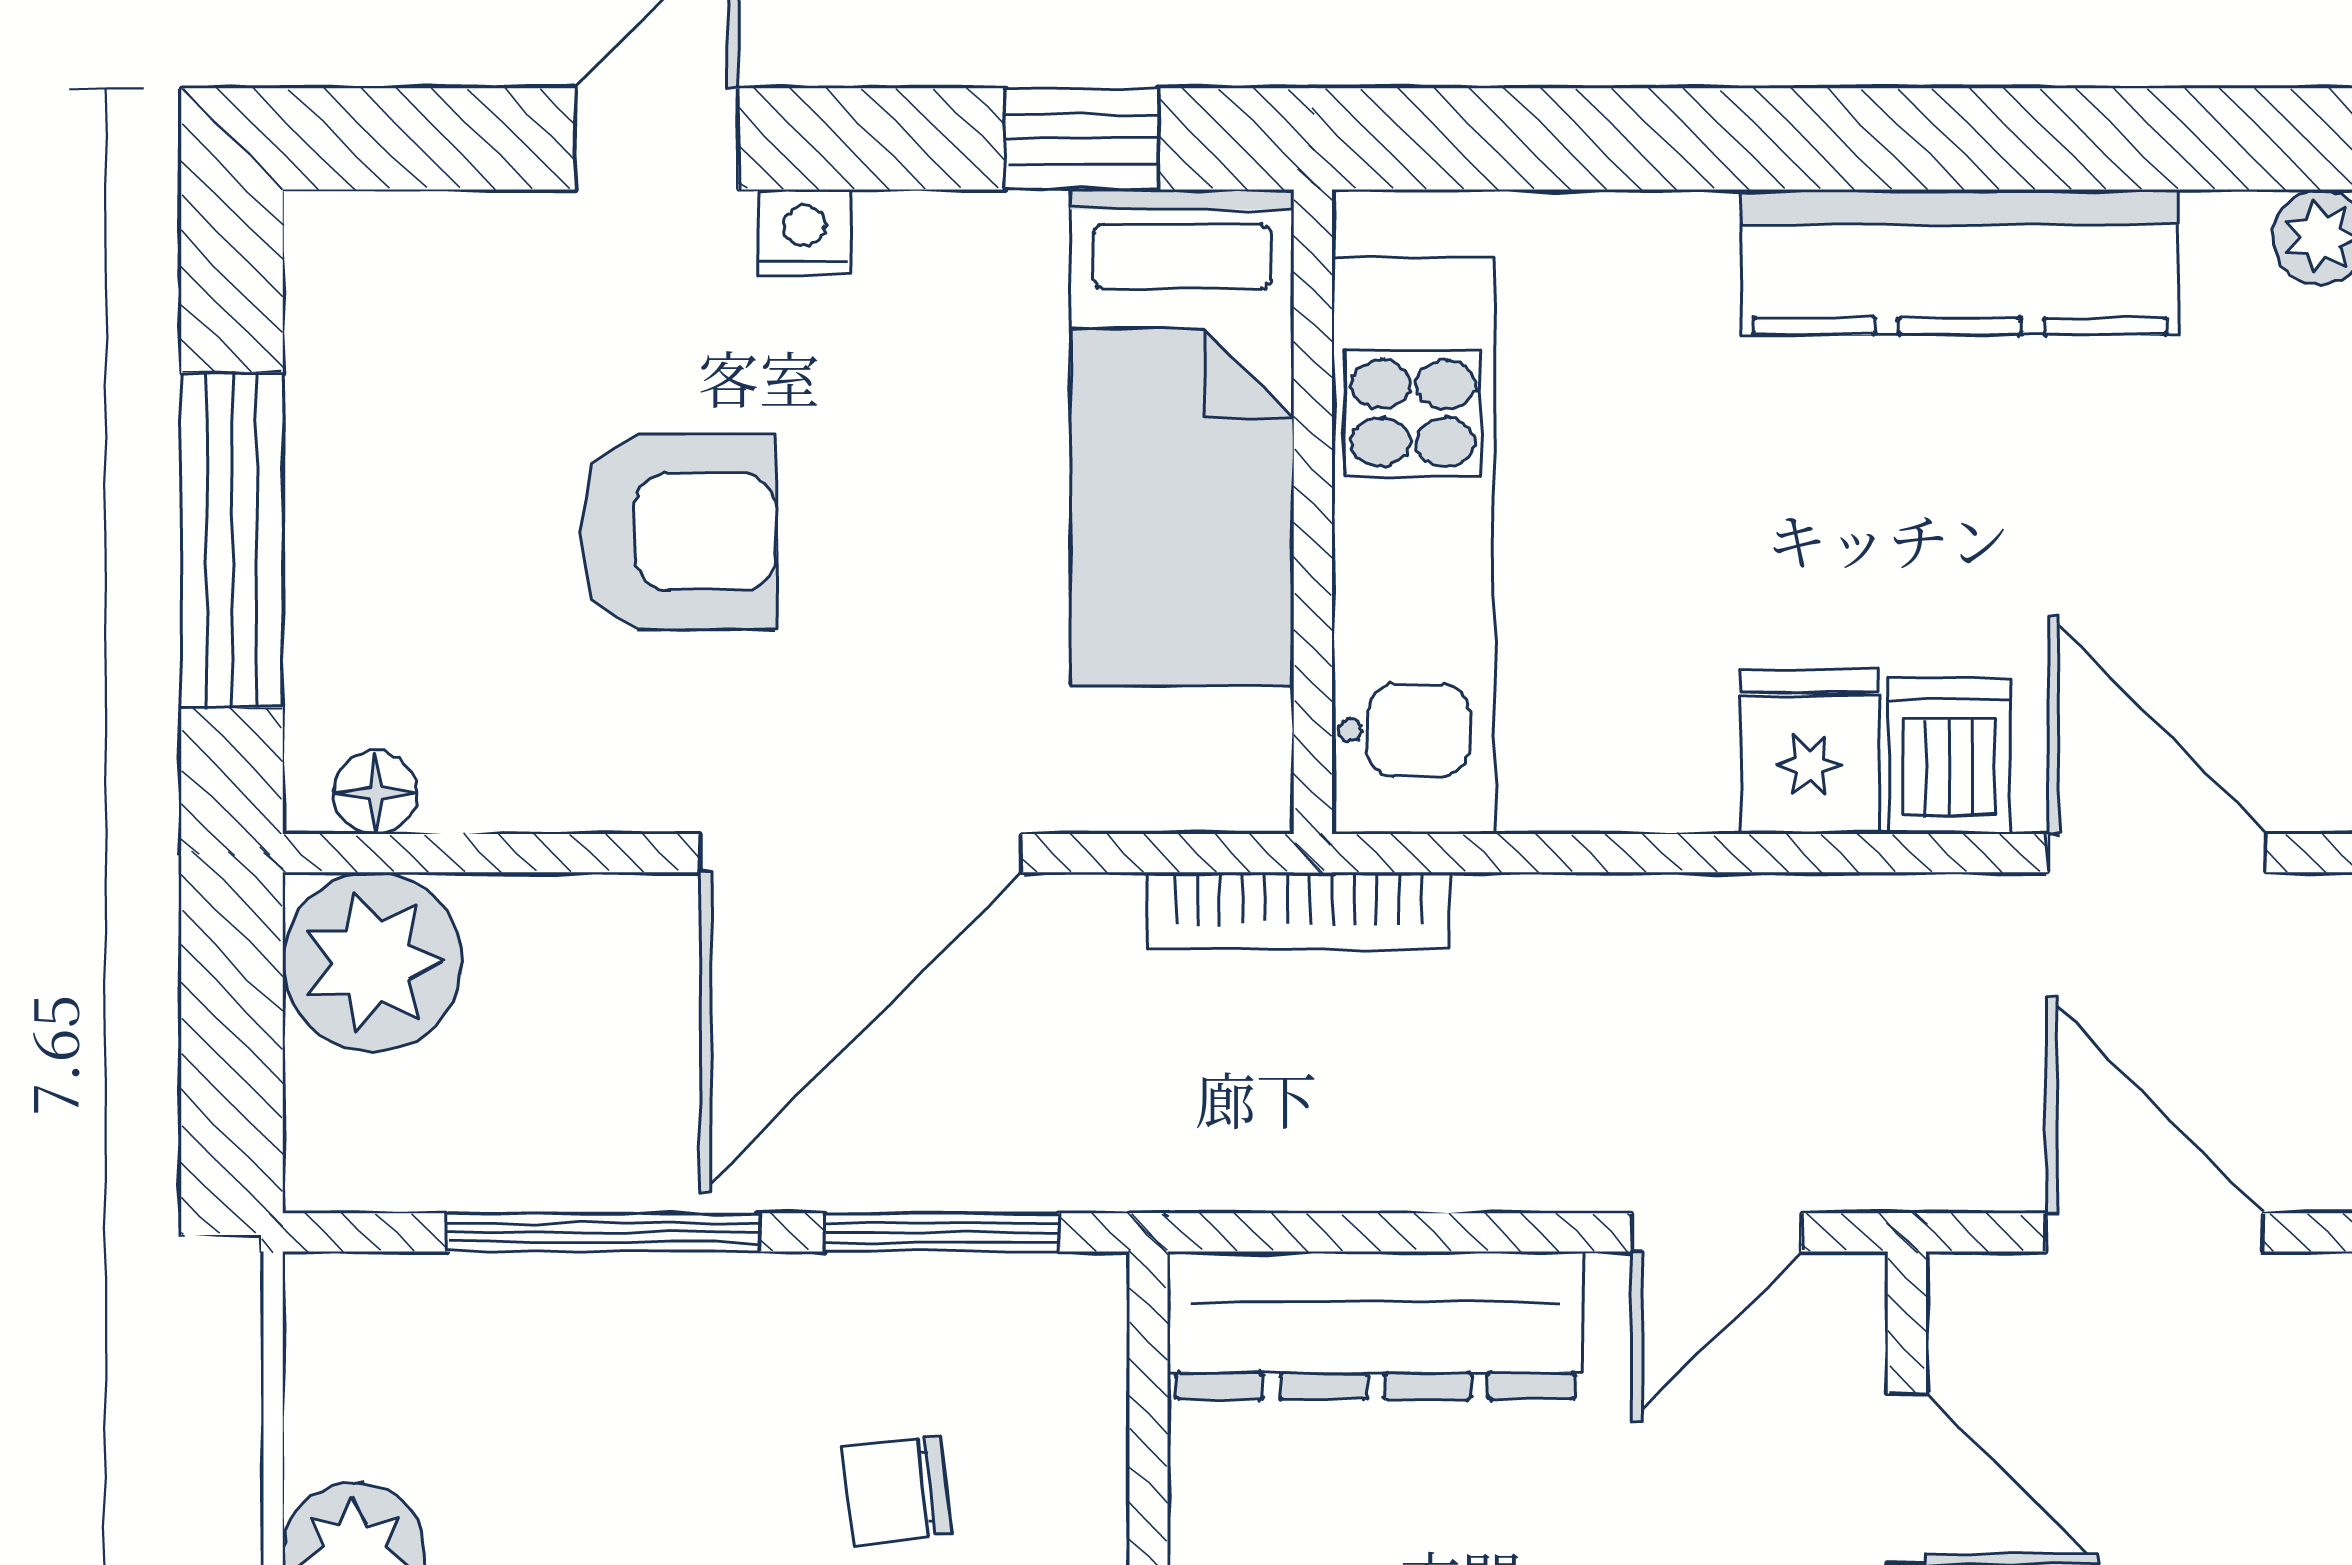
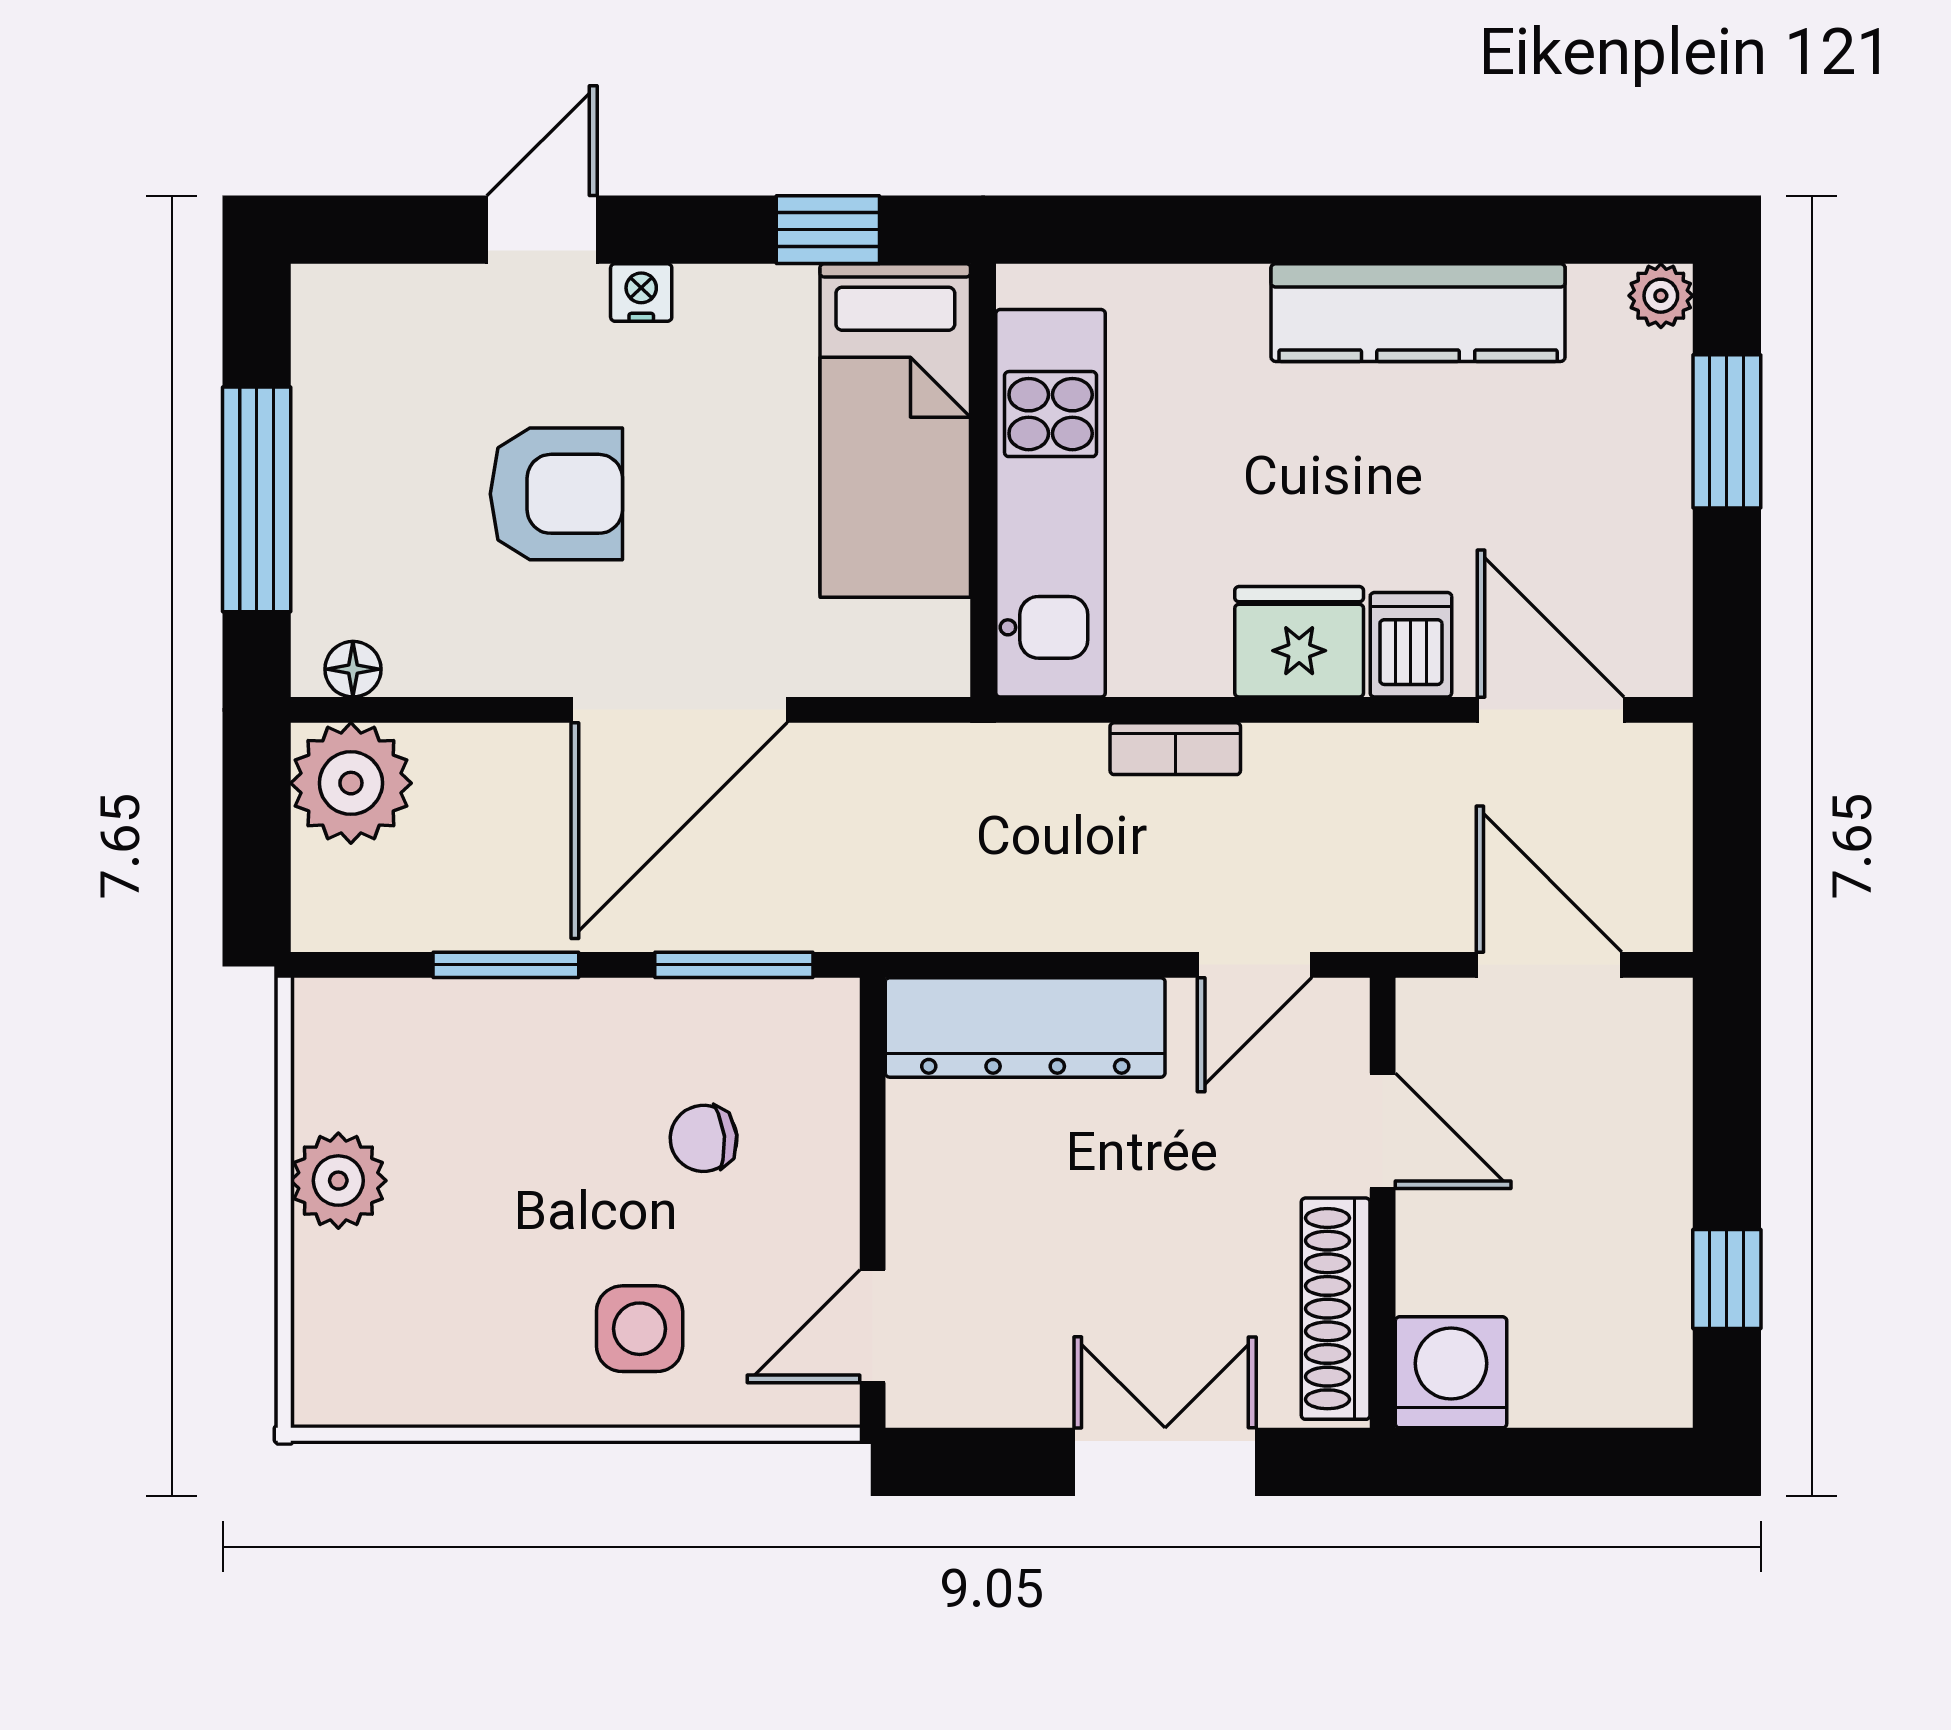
fridge: (1809, 752) -> (1299, 642), width x1.38
bookcase: (1298, 911) -> (1175, 749), moved, width x0.64
window: (603, 1232) -> (506, 965), width x0.69

